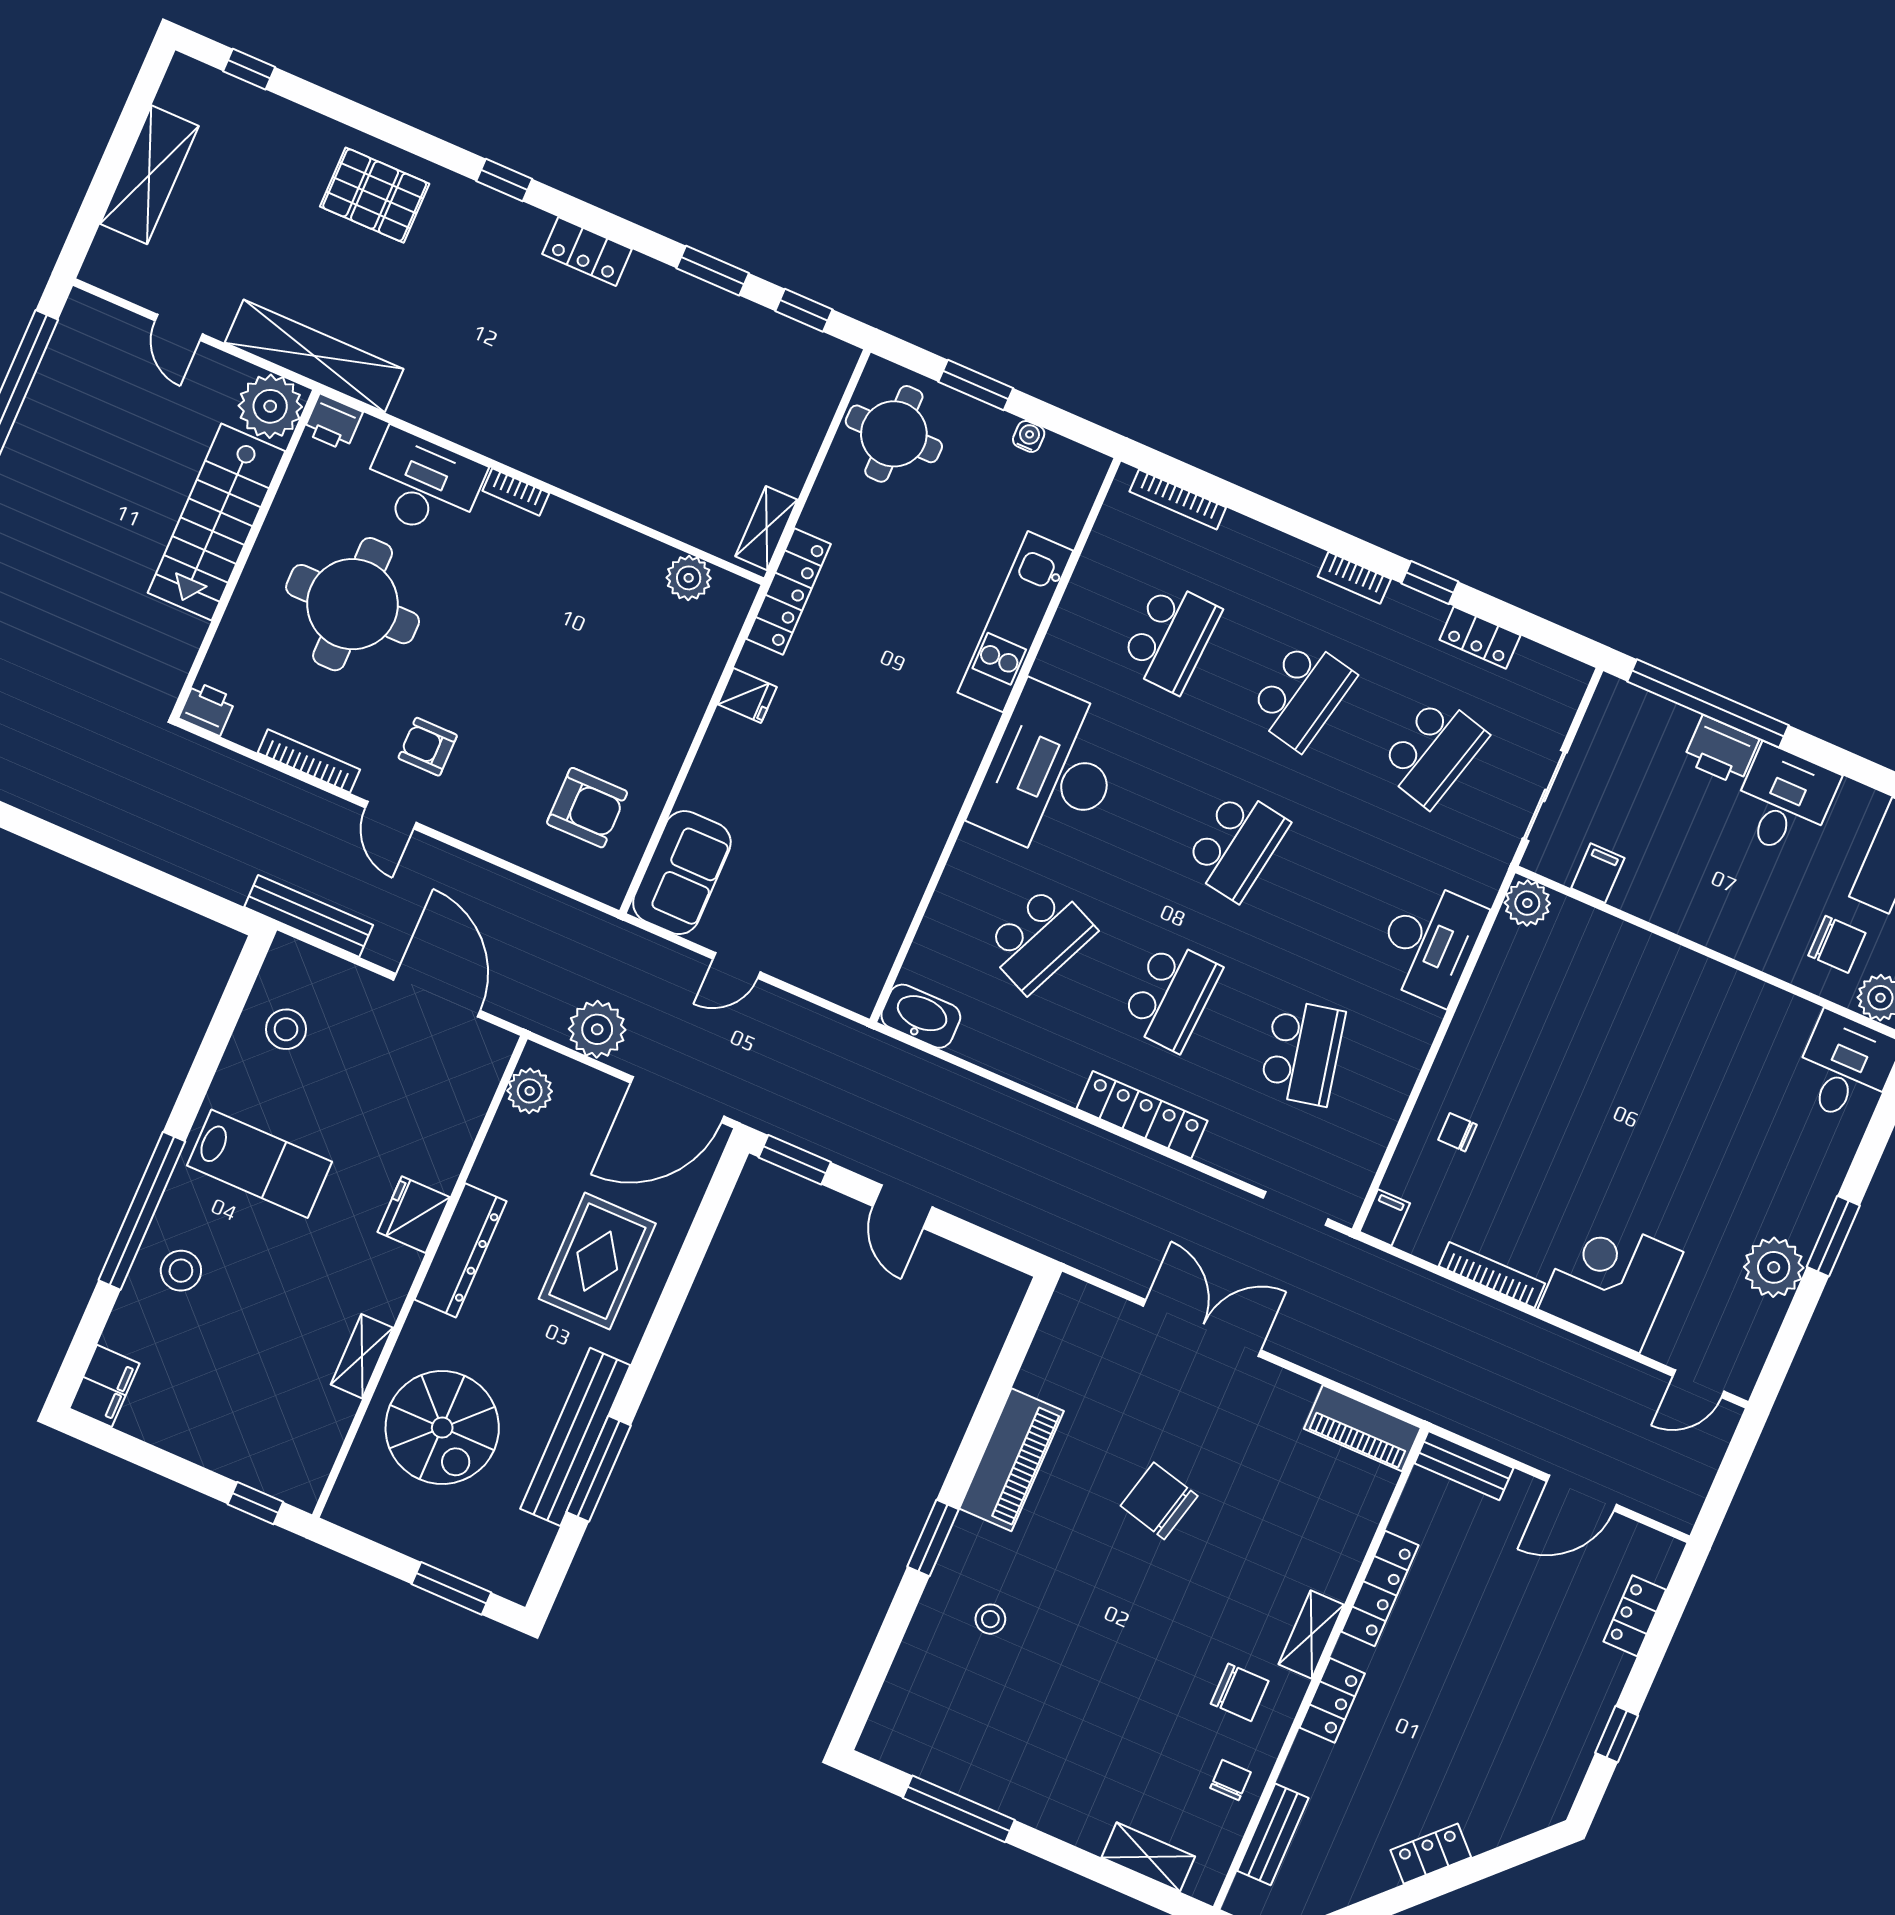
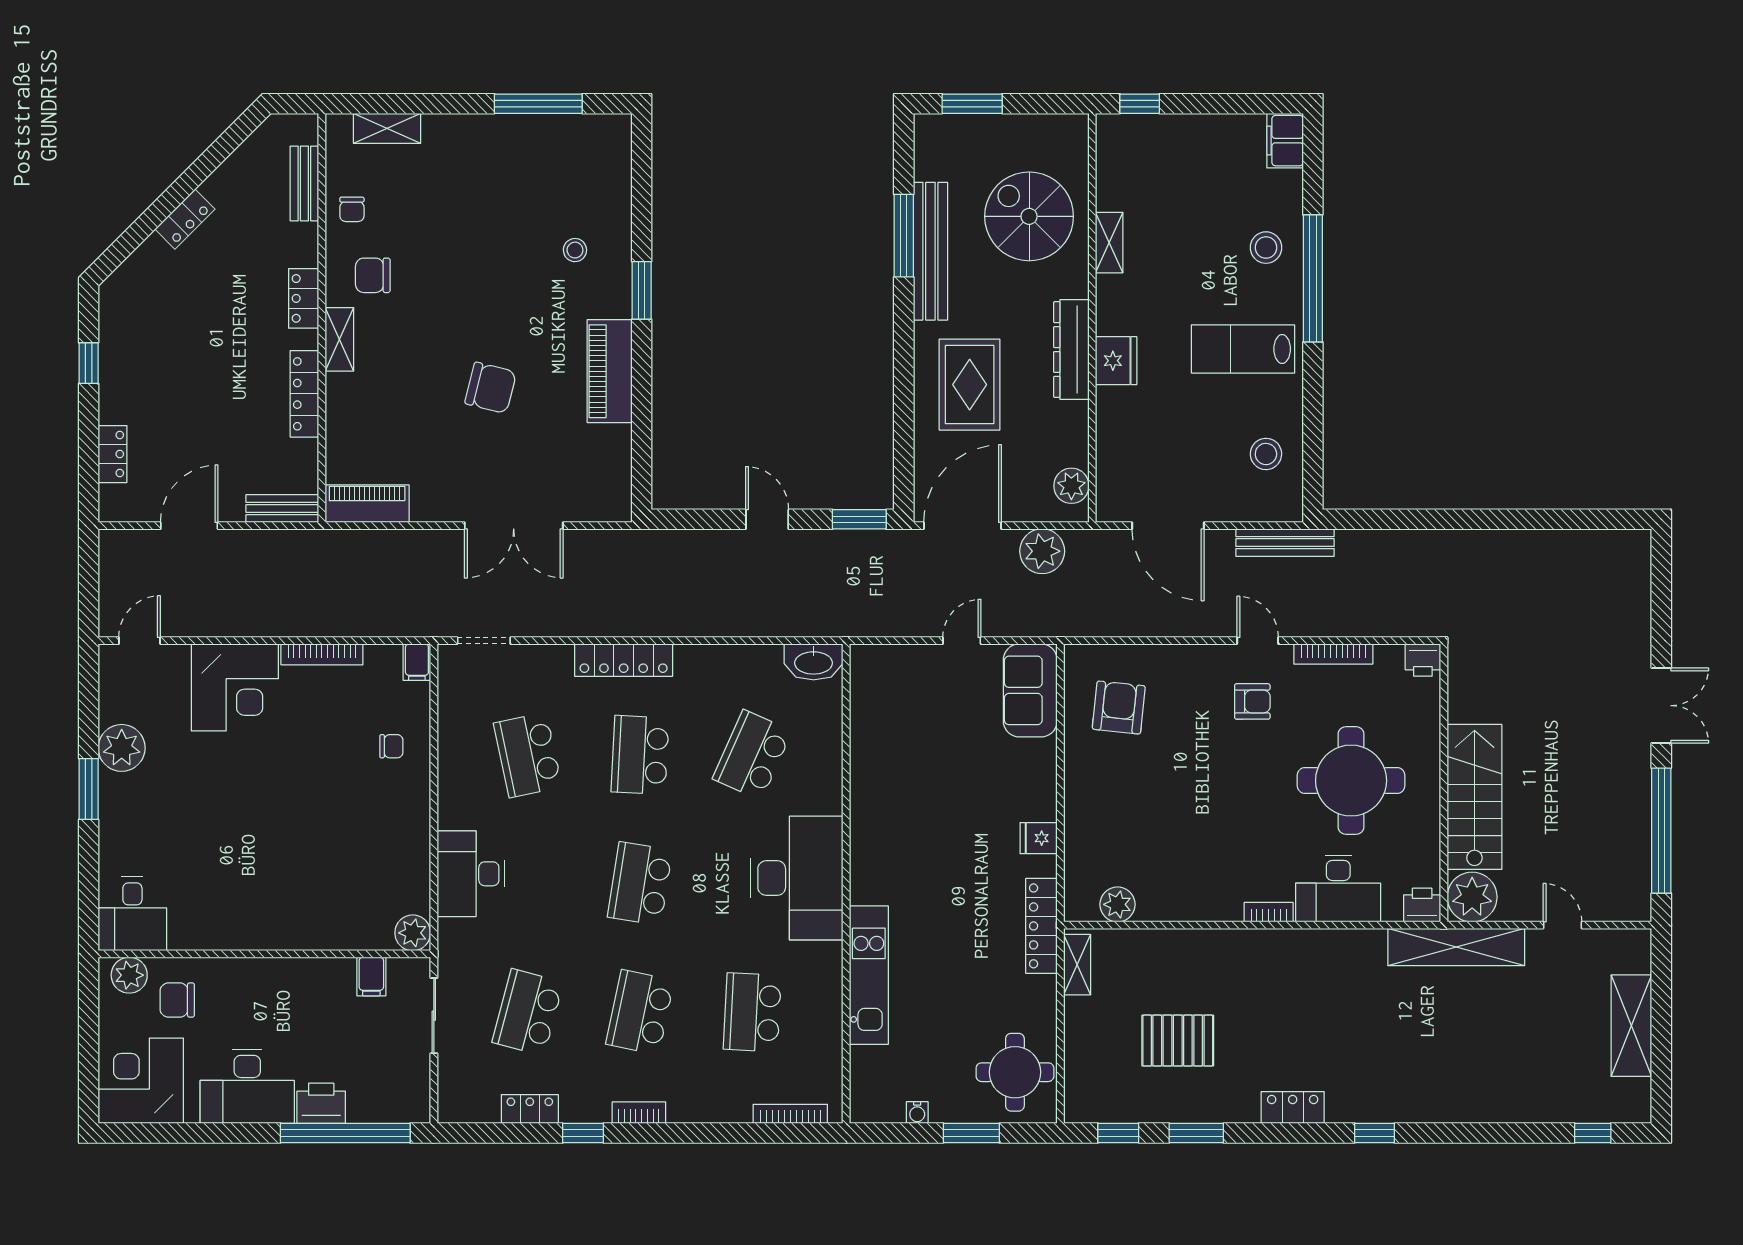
pallet: (375, 195) -> (1178, 1041), moved
desk: (1784, 801) -> (247, 1086), width x1.37
armchair: (587, 808) -> (1119, 707), turned 96

